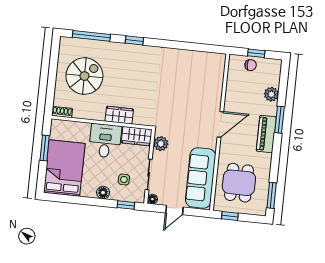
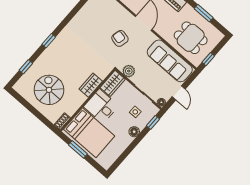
window: (91, 36) -> (26, 67), width x0.46
armchair: (188, 111) -> (120, 38), added
bed: (64, 168) -> (89, 133), moved, turned 180
window: (272, 195) -> (204, 13), moved

